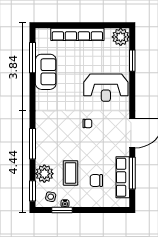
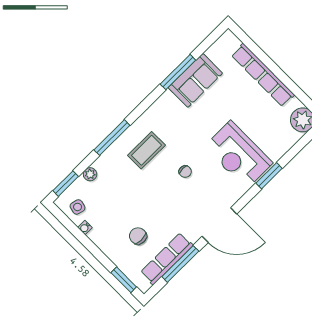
window: (33, 58) -> (178, 72), moved
window: (132, 61) -> (269, 176), moved
coffee table: (70, 173) -> (146, 150), moved
plant: (44, 174) -> (90, 174), width x0.53, depth x0.53
window: (62, 210) -> (124, 280), moved

